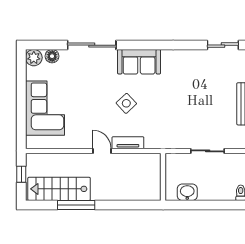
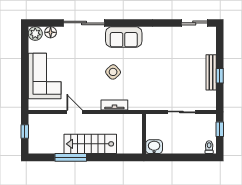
door: (102, 151) -> (75, 112), moved
stairs: (59, 189) -> (90, 144), moved
washbasin: (187, 192) -> (154, 147), moved

